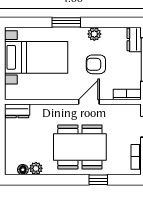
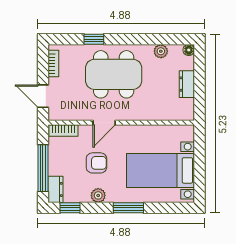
window: (121, 22) -> (70, 208), added
dresser: (17, 111) -> (187, 84), moved, turned -90
floor lamp: (23, 170) -> (189, 50), moved

